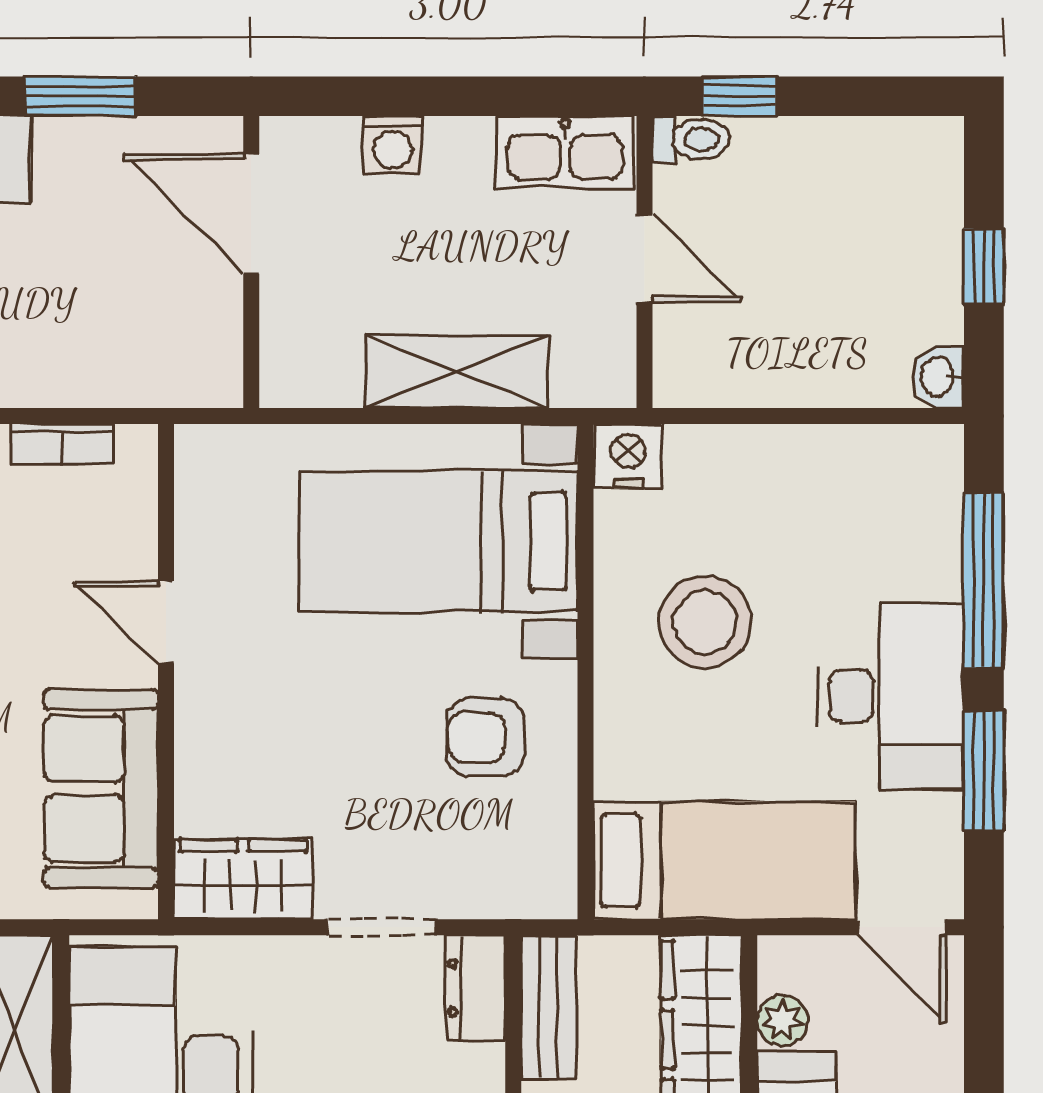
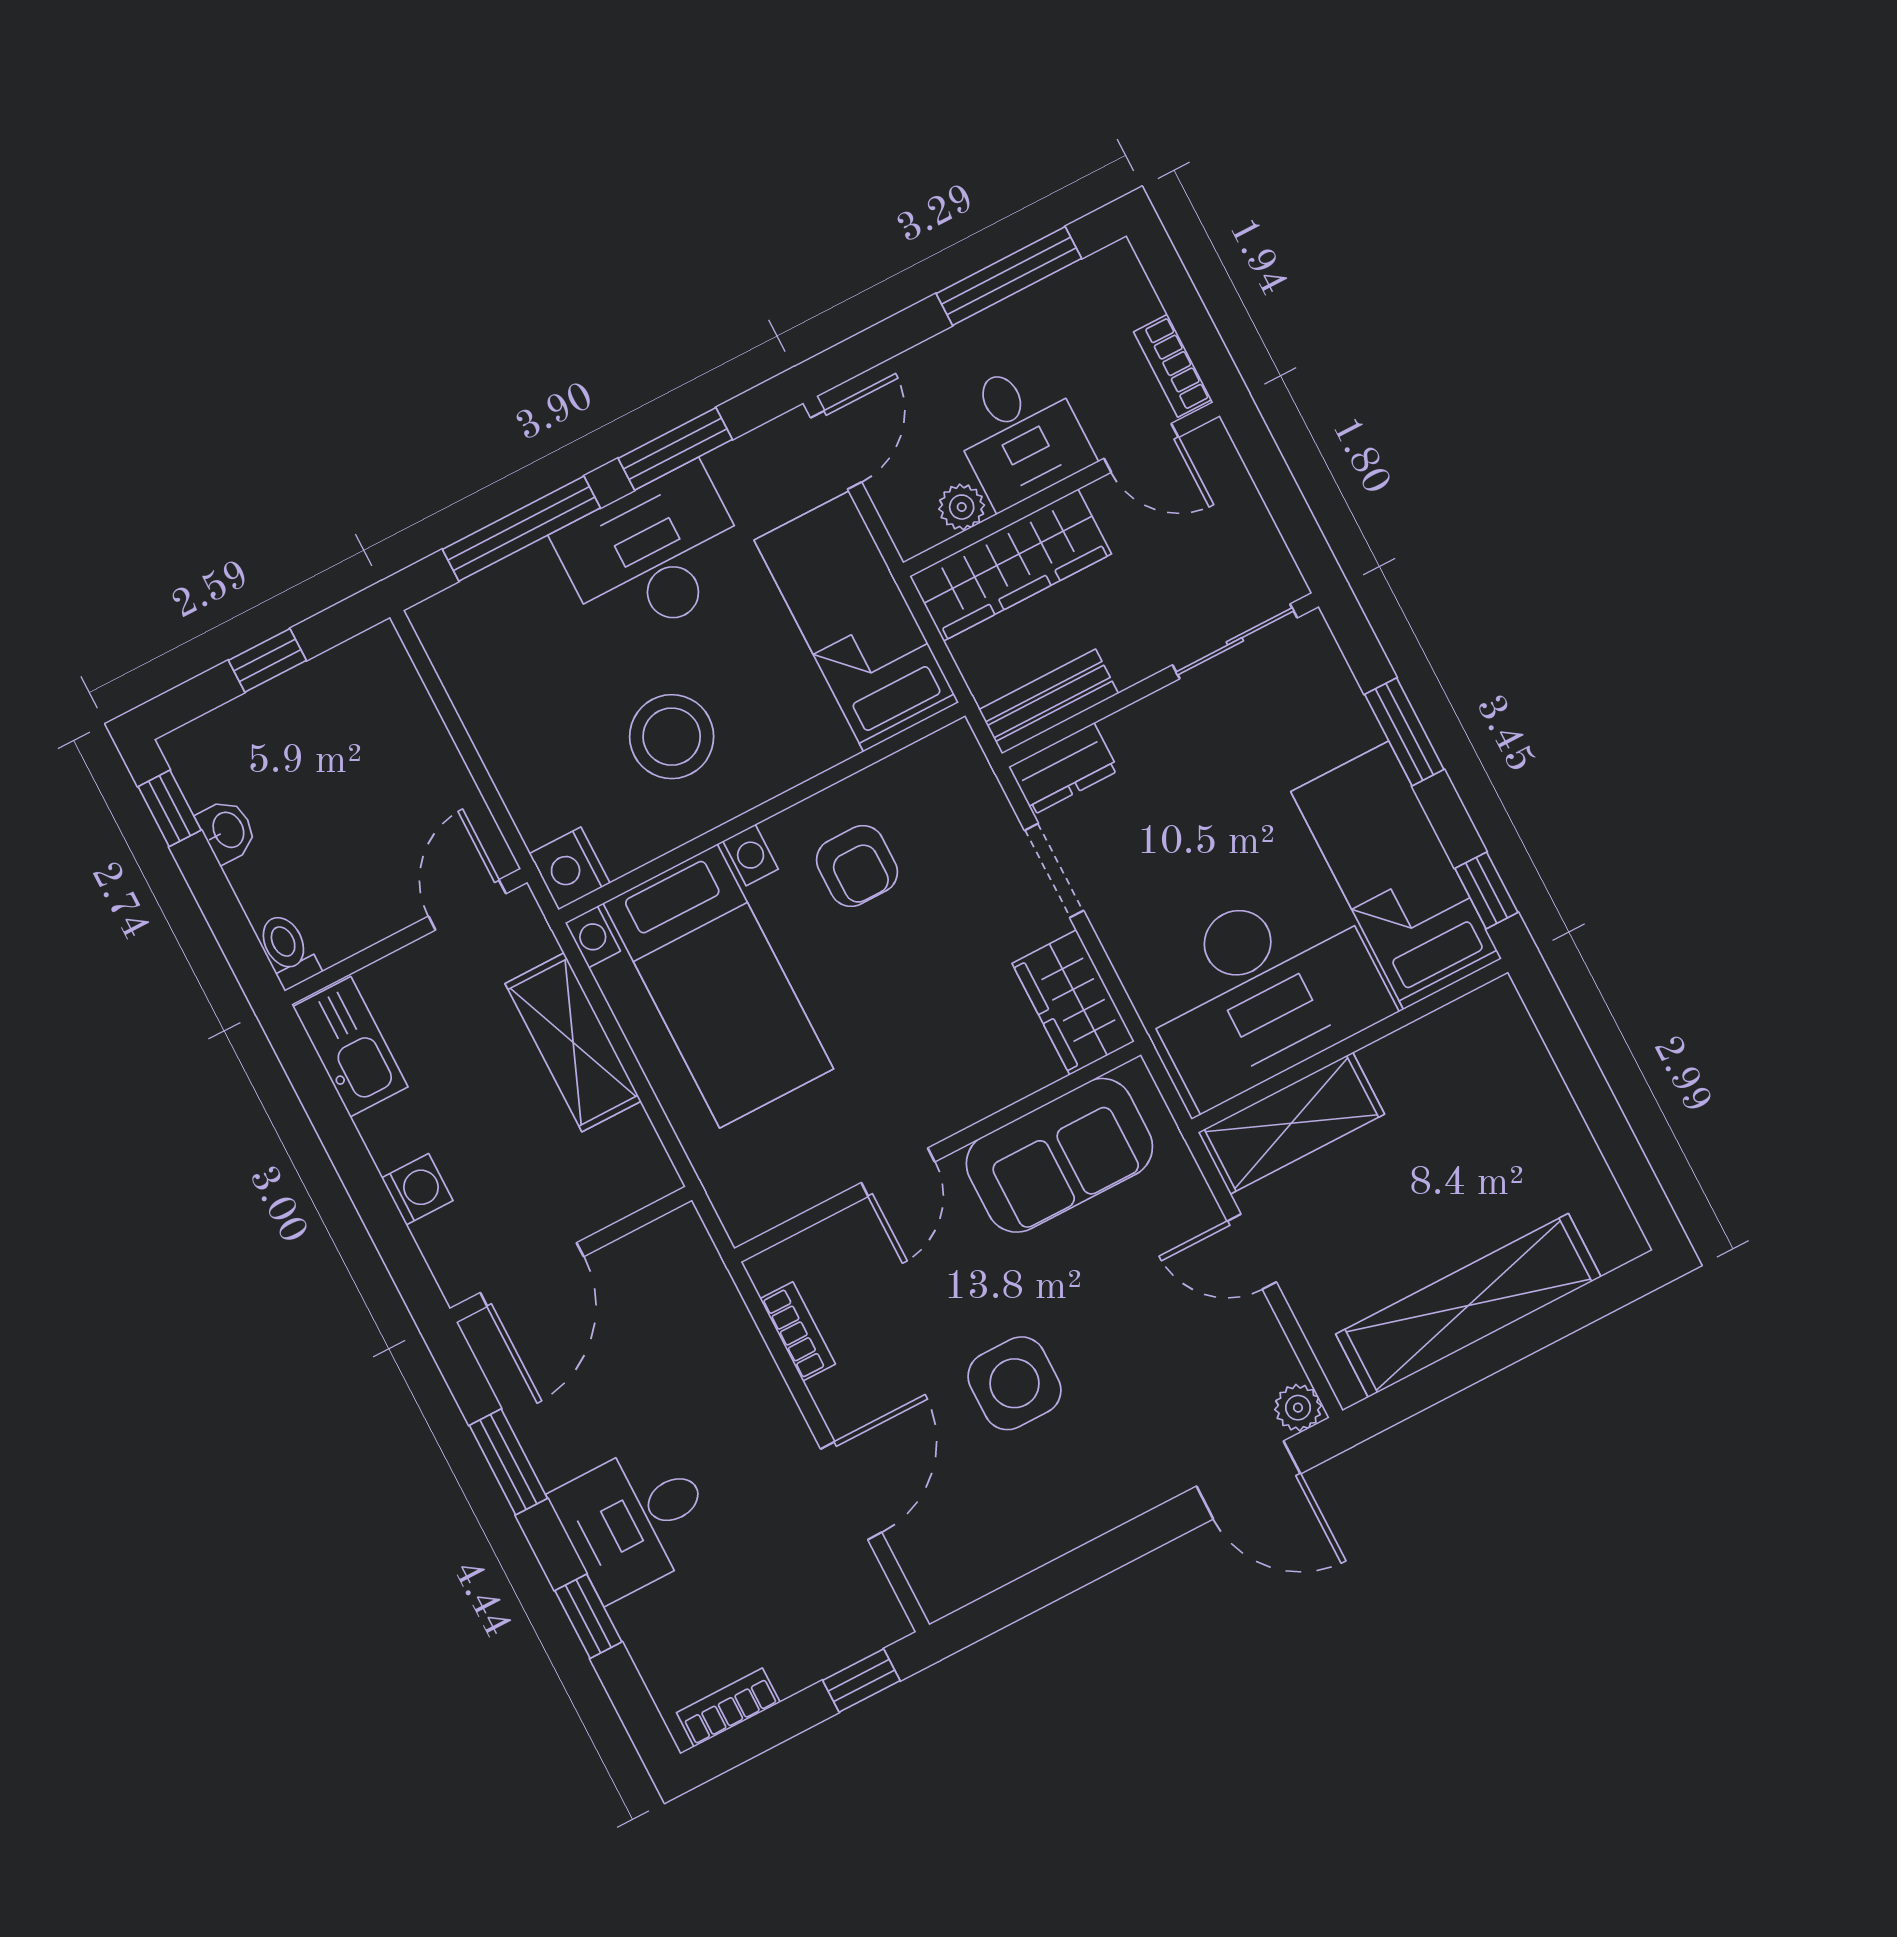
window: (739, 96) -> (170, 808), moved
door: (644, 258) -> (467, 905), moved
washbasin: (939, 377) -> (227, 830), moved, turned -90

